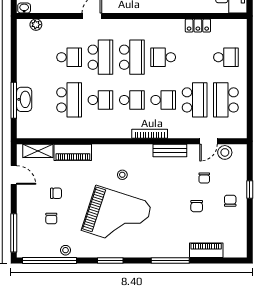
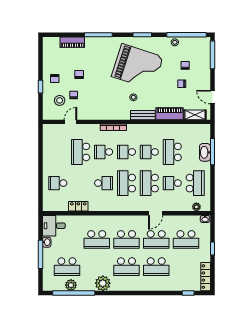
school desk: (226, 100) -> (195, 183), moved
bench: (170, 150) -> (143, 115), moved
stool: (225, 152) -> (60, 100), moved
grand piano: (117, 217) -> (137, 67), turned 180

